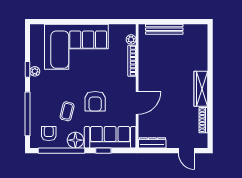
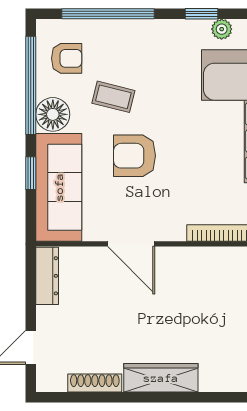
plant: (35, 71) -> (222, 29), moved

